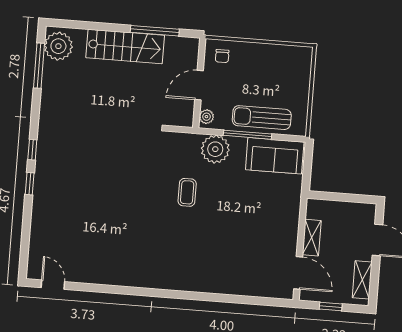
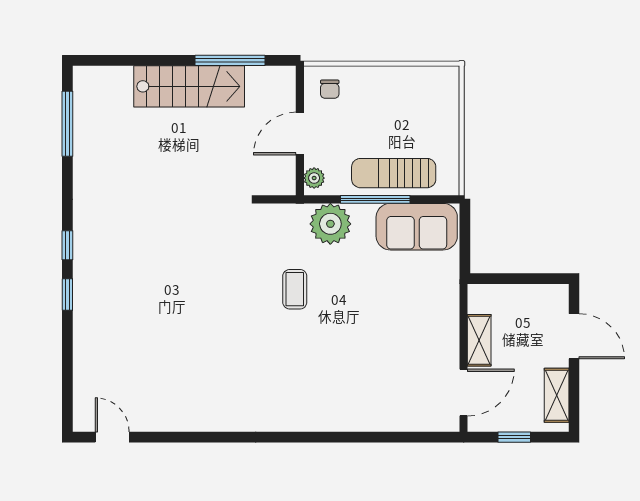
plant: (58, 46) -> (93, 93), removed
door: (298, 273) -> (464, 392), hinge flipped

